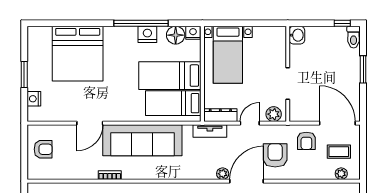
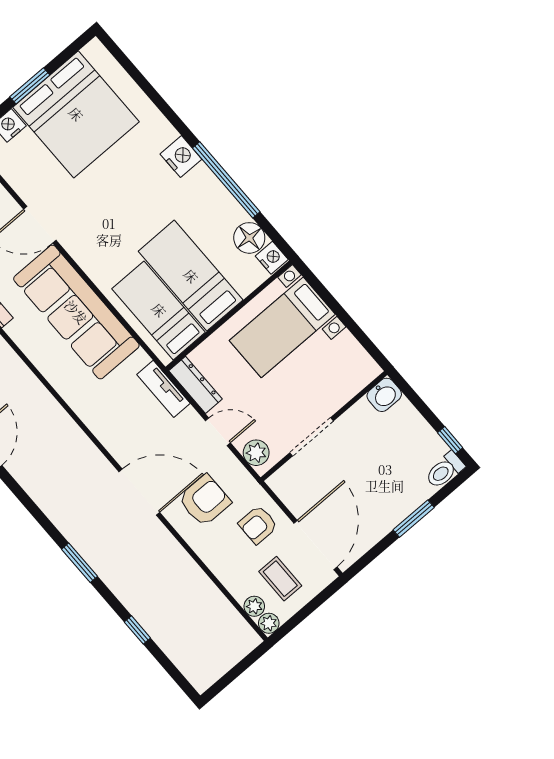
nightstand: (147, 34) -> (181, 157), moved
bed: (78, 54) -> (76, 114), moved, turned -90
plant: (223, 174) -> (269, 623), moved

